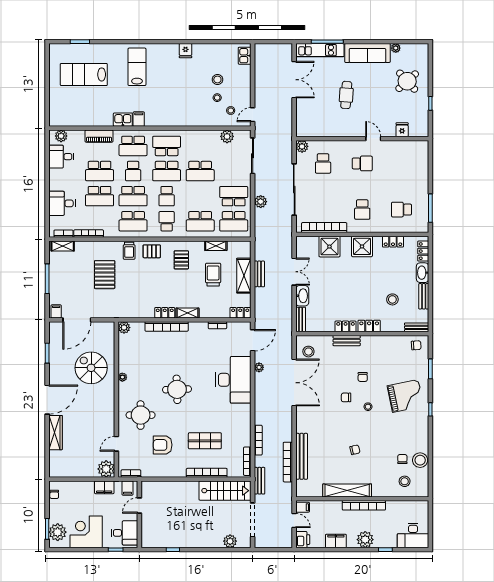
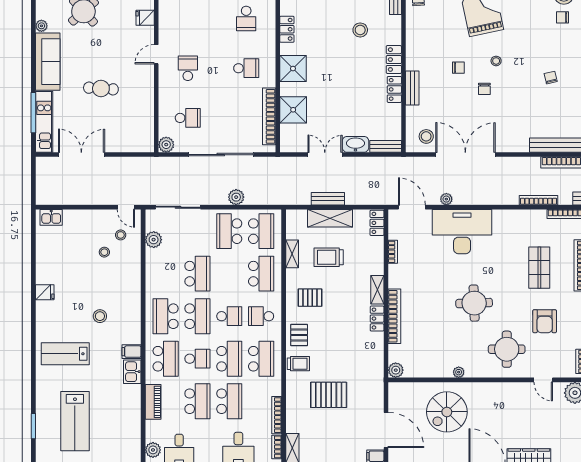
stool: (217, 79) -> (100, 316), moved

